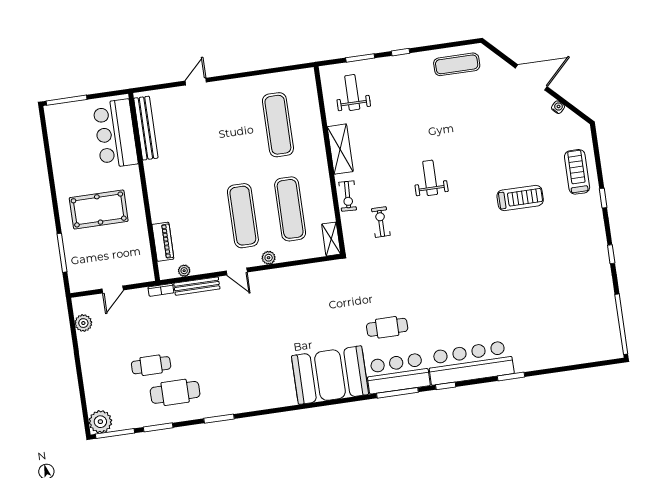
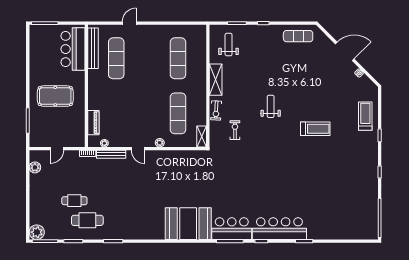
treadmill: (520, 198) -> (315, 129), moved
exercise mat: (243, 216) -> (116, 58), moved
cafe table: (387, 327) -> (229, 198), removed

